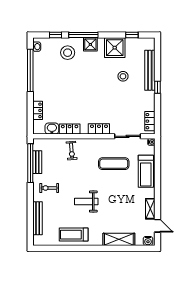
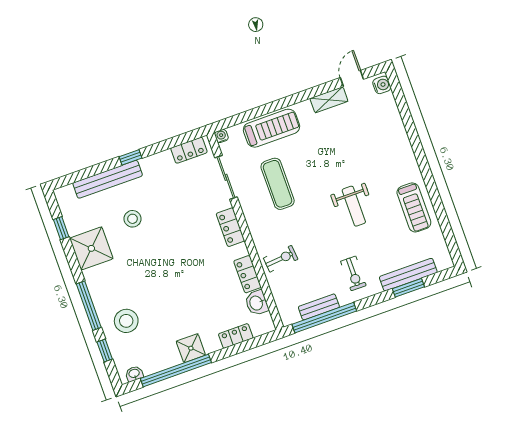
shower: (90, 44) -> (191, 348), moved
window: (30, 216) -> (408, 288), added
shelving: (119, 239) -> (396, 132), removed

